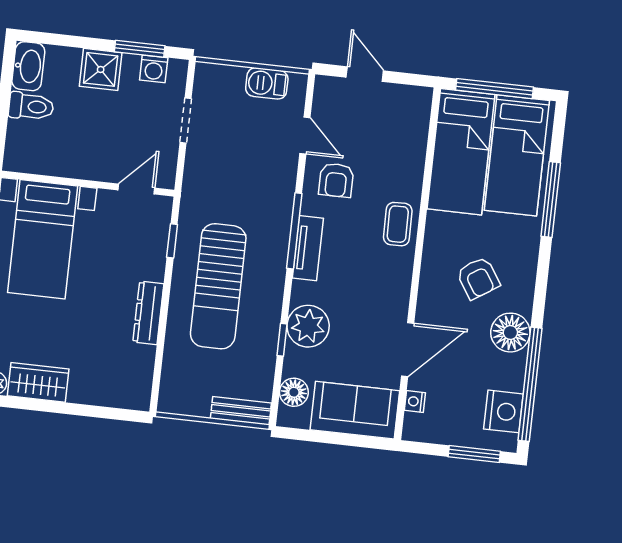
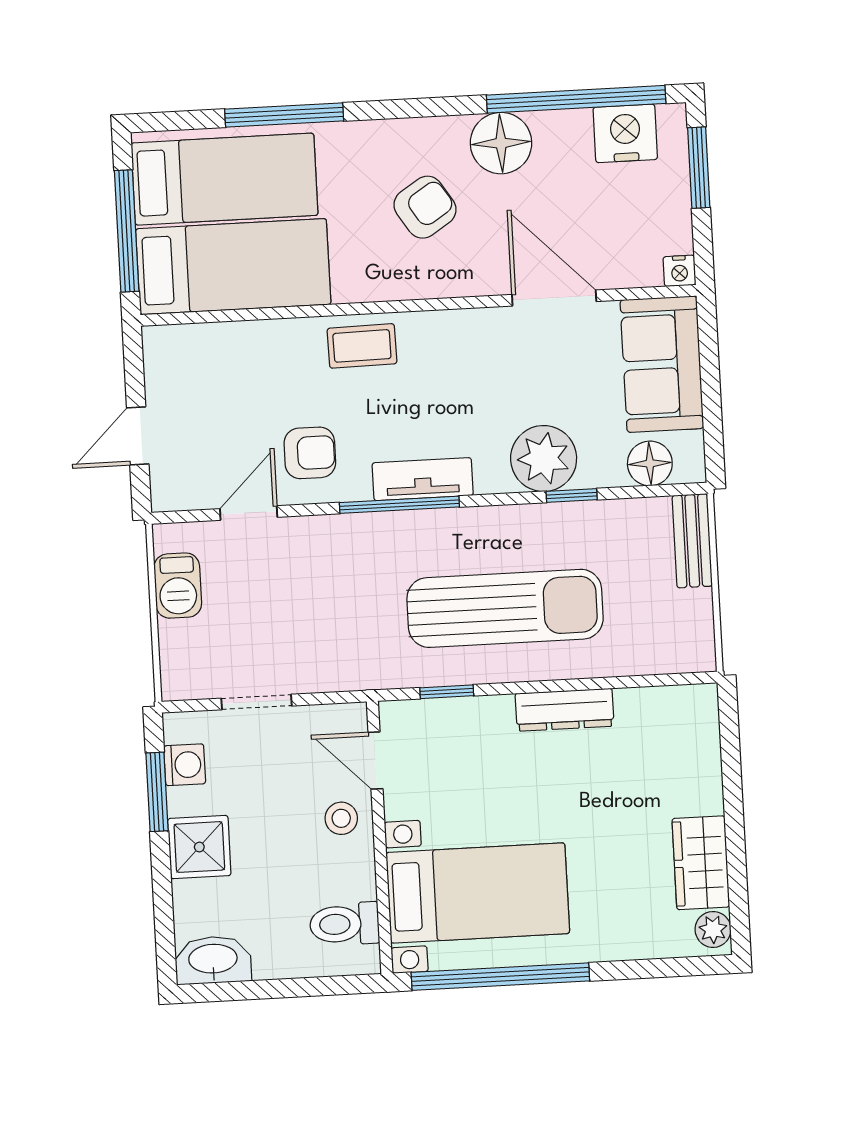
toilet: (31, 106) -> (344, 924), moved, turned -90
stool: (104, 161) -> (341, 818), added
nightstand: (415, 401) -> (680, 271), moved

